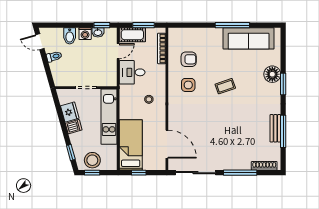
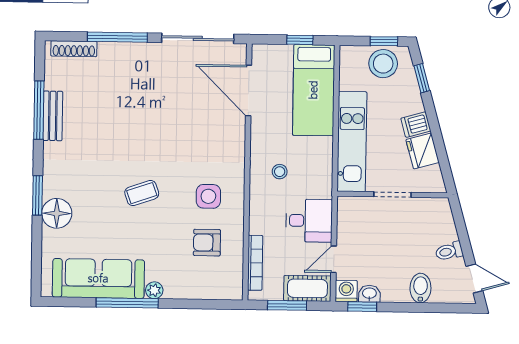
plant: (217, 32) -> (154, 290), added
washing machine: (85, 34) -> (346, 291), moved

